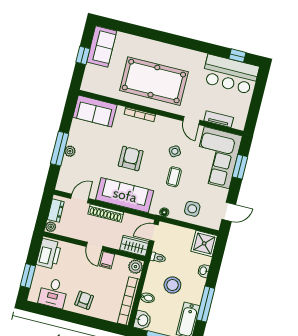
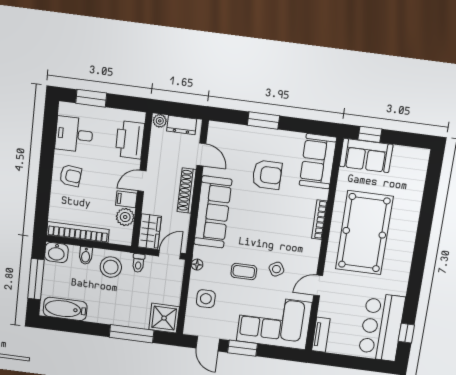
sofa: (102, 46) -> (366, 155), moved
window: (83, 55) -> (370, 134), moved
tv unit: (219, 119) -> (321, 335), moved
window: (60, 149) -> (263, 121), width x0.69
plant: (70, 151) -> (262, 135), removed
armchair: (131, 158) -> (267, 175), moved
window: (240, 167) -> (243, 348), moved
door: (154, 233) -> (170, 254), hinge flipped
printer: (49, 254) -> (130, 140), moved, turned 90
plant: (135, 267) -> (125, 217), moved
washbasin: (203, 271) -> (130, 321), removed
stool: (172, 285) -> (111, 267), moved
window: (206, 304) -> (132, 334), moved

